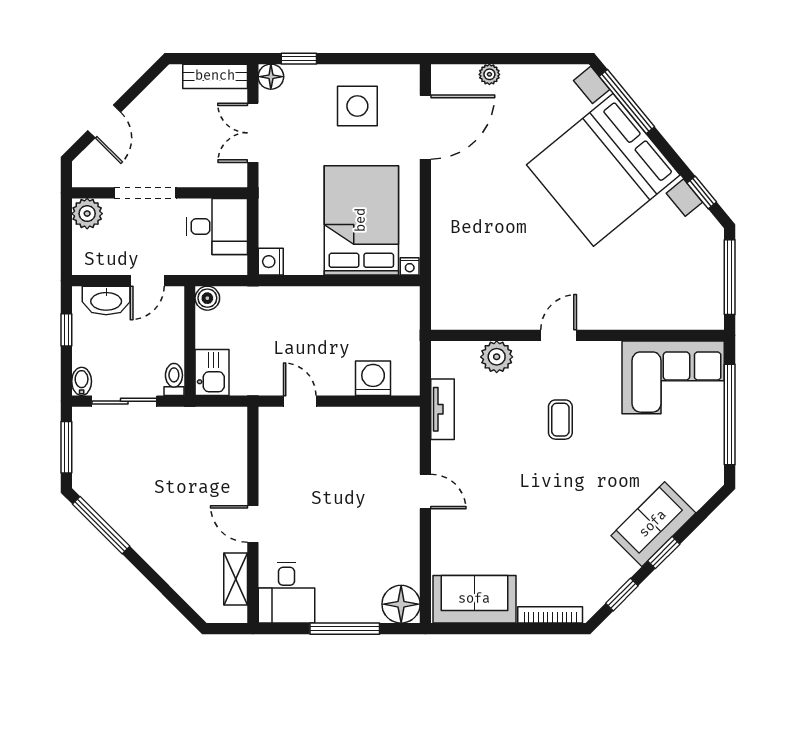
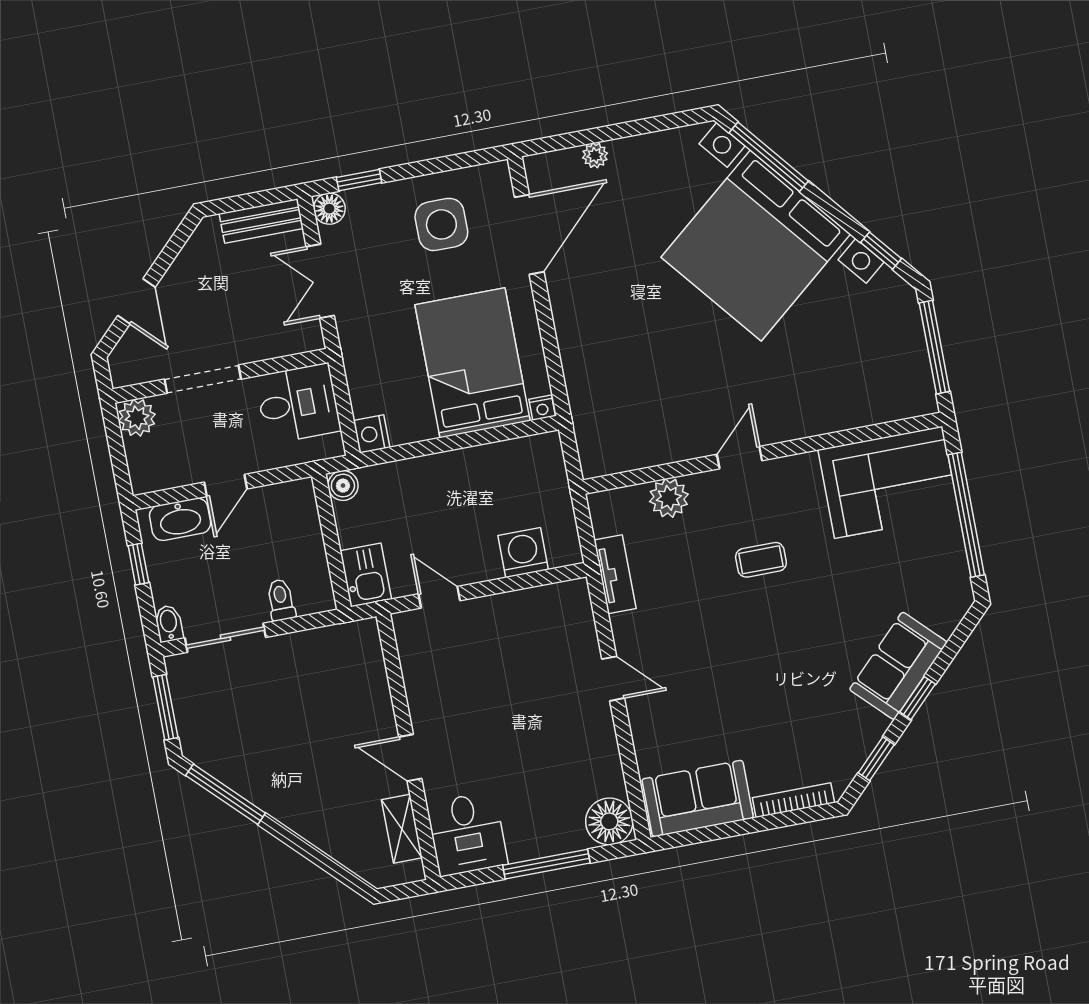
boiler: (207, 298) -> (343, 486), moved
wall: (190, 341) -> (331, 542), moved
kitchen sink: (212, 372) -> (366, 575), moved
coffee table: (560, 420) -> (761, 560), turned 90

